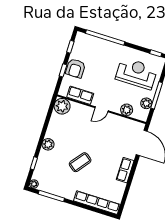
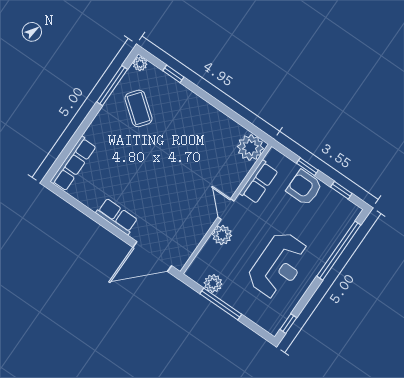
reception desk: (136, 73) -> (278, 265), moved
plant: (127, 110) -> (222, 235), moved
plant: (48, 144) -> (196, 106), removed
coffee table: (80, 162) -> (139, 108), moved
row of seats: (97, 203) -> (73, 164), width x0.73

